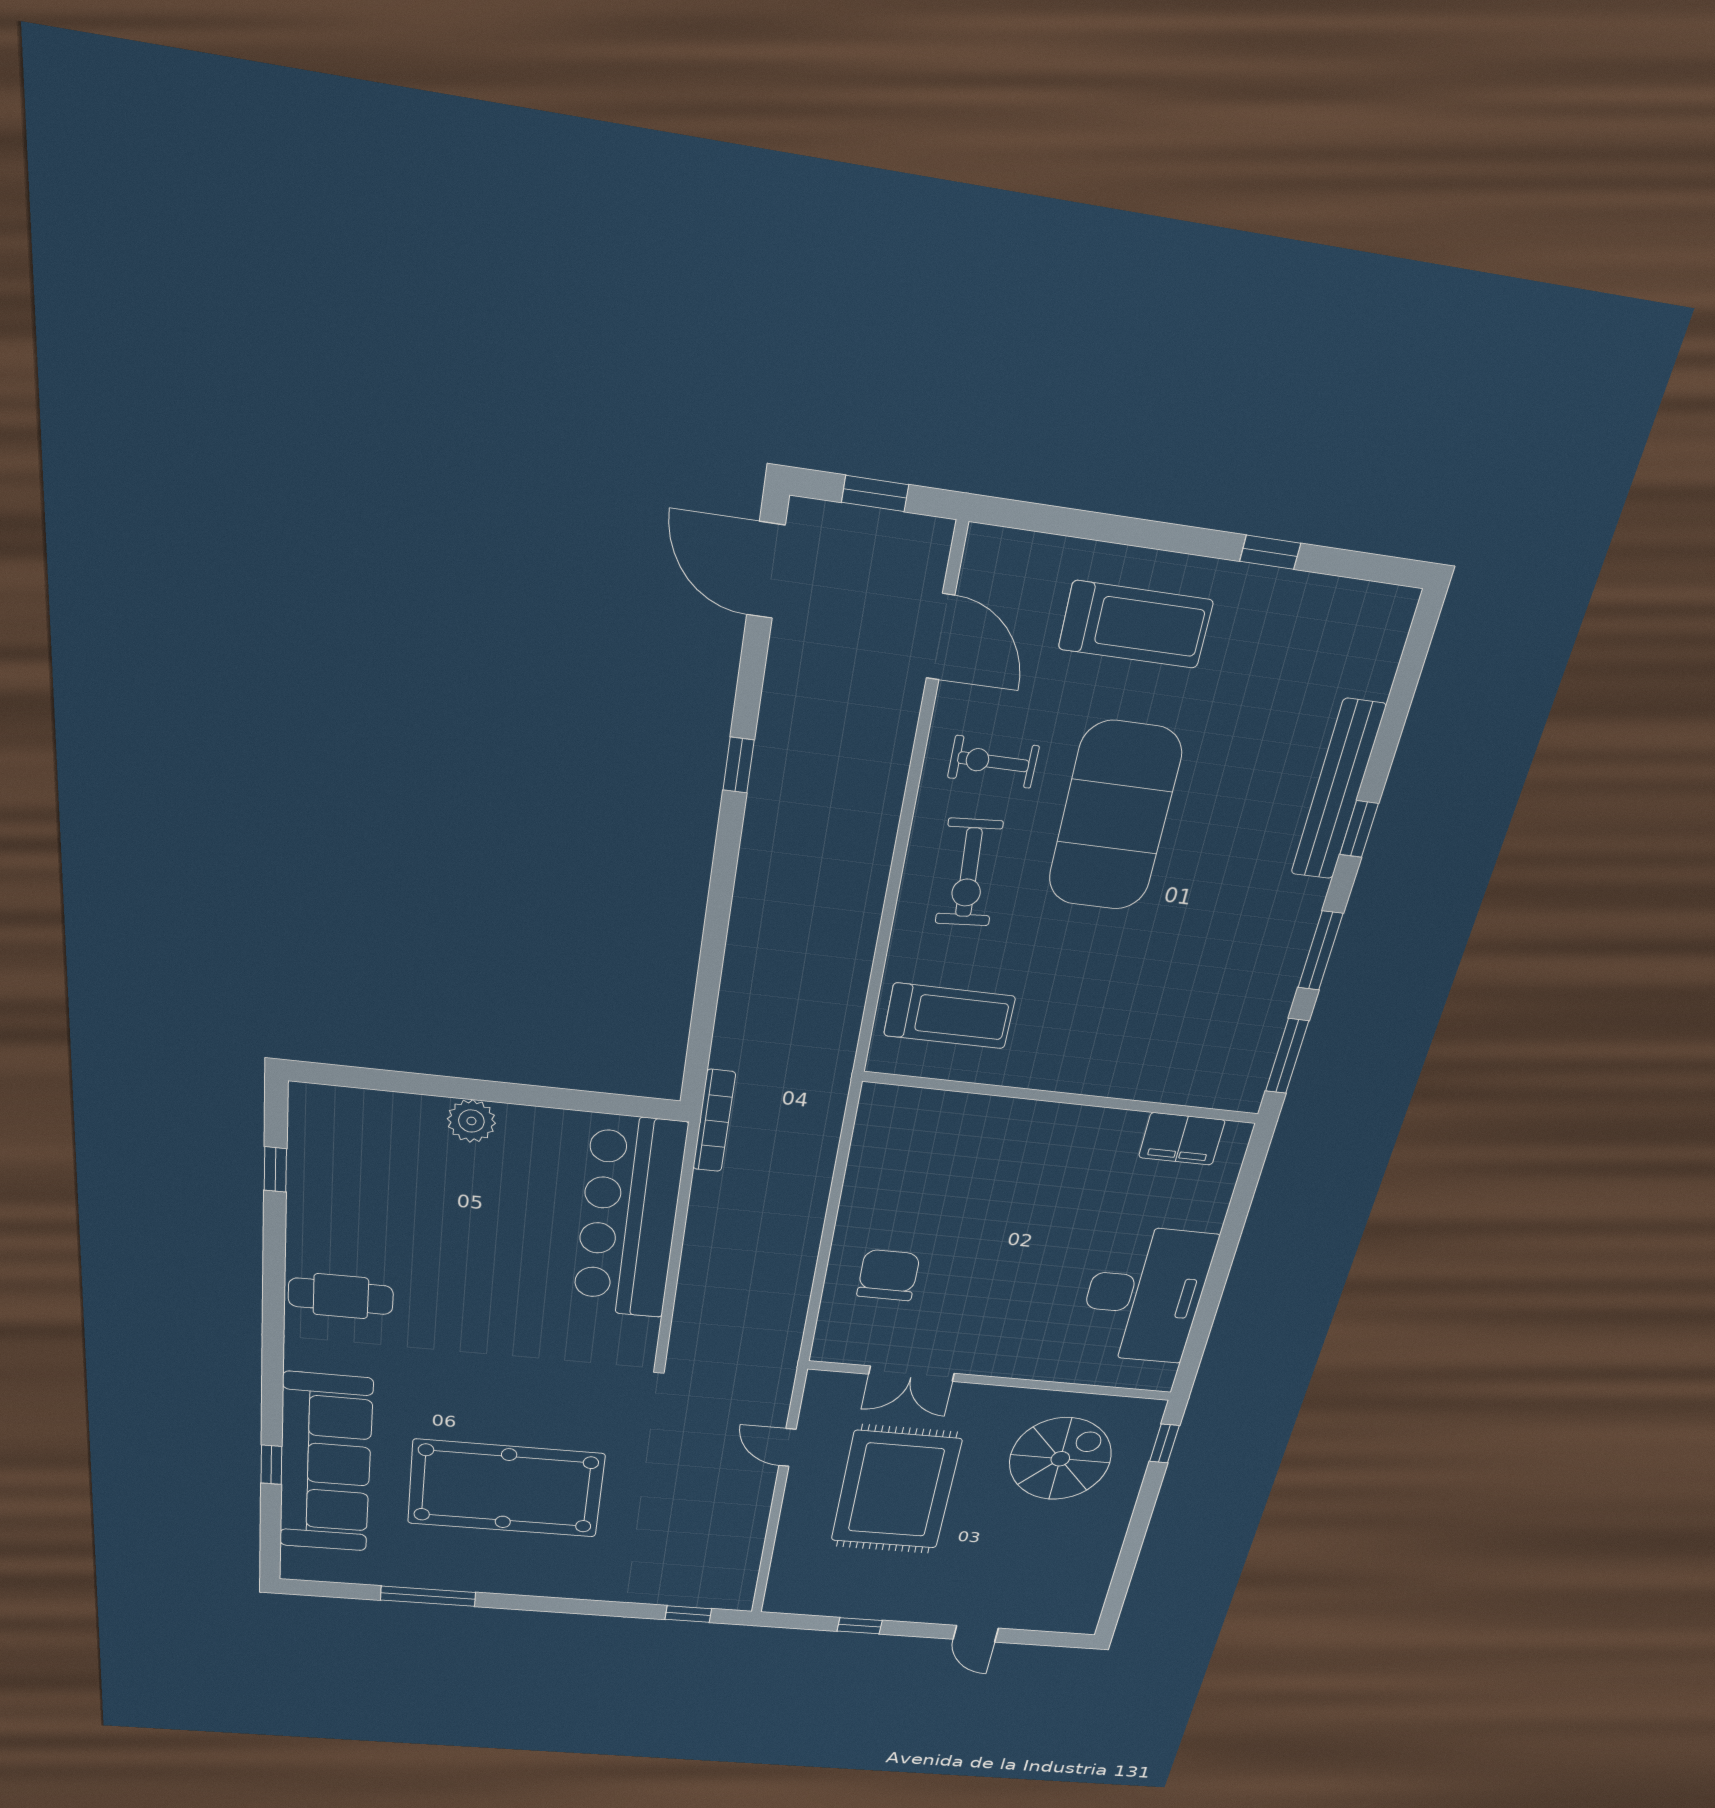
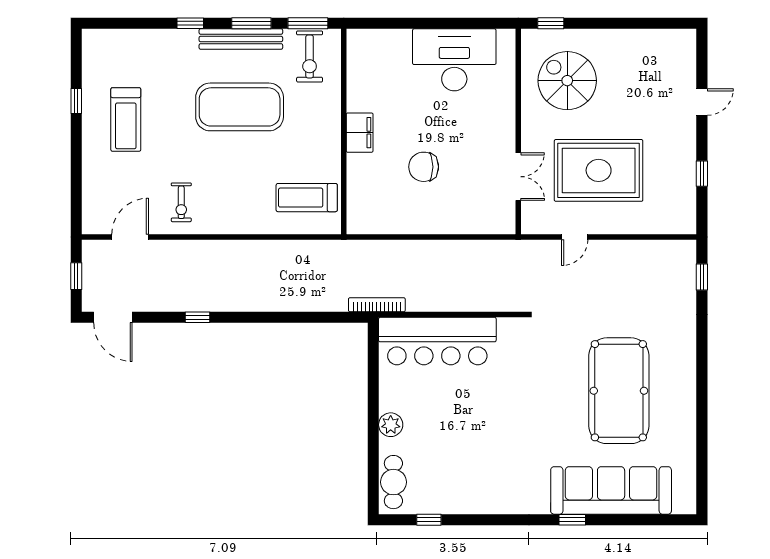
door: (766, 570) -> (113, 317), hinge flipped
treadmill: (1136, 625) -> (126, 119), moved, turned 180
bench: (1338, 790) -> (241, 39), moved
exercise mat: (1115, 817) -> (240, 107), moved
exercise bike: (969, 873) -> (310, 56), moved, turned 94
treadmill: (949, 1016) -> (307, 198), turned -90
filing cabinet: (1182, 1139) -> (360, 133), moved
chair: (888, 1275) -> (424, 167), moved
cafe table: (341, 1296) -> (393, 482), moved
window: (271, 1465) -> (572, 520), moved
window: (428, 1596) -> (702, 430), removed

